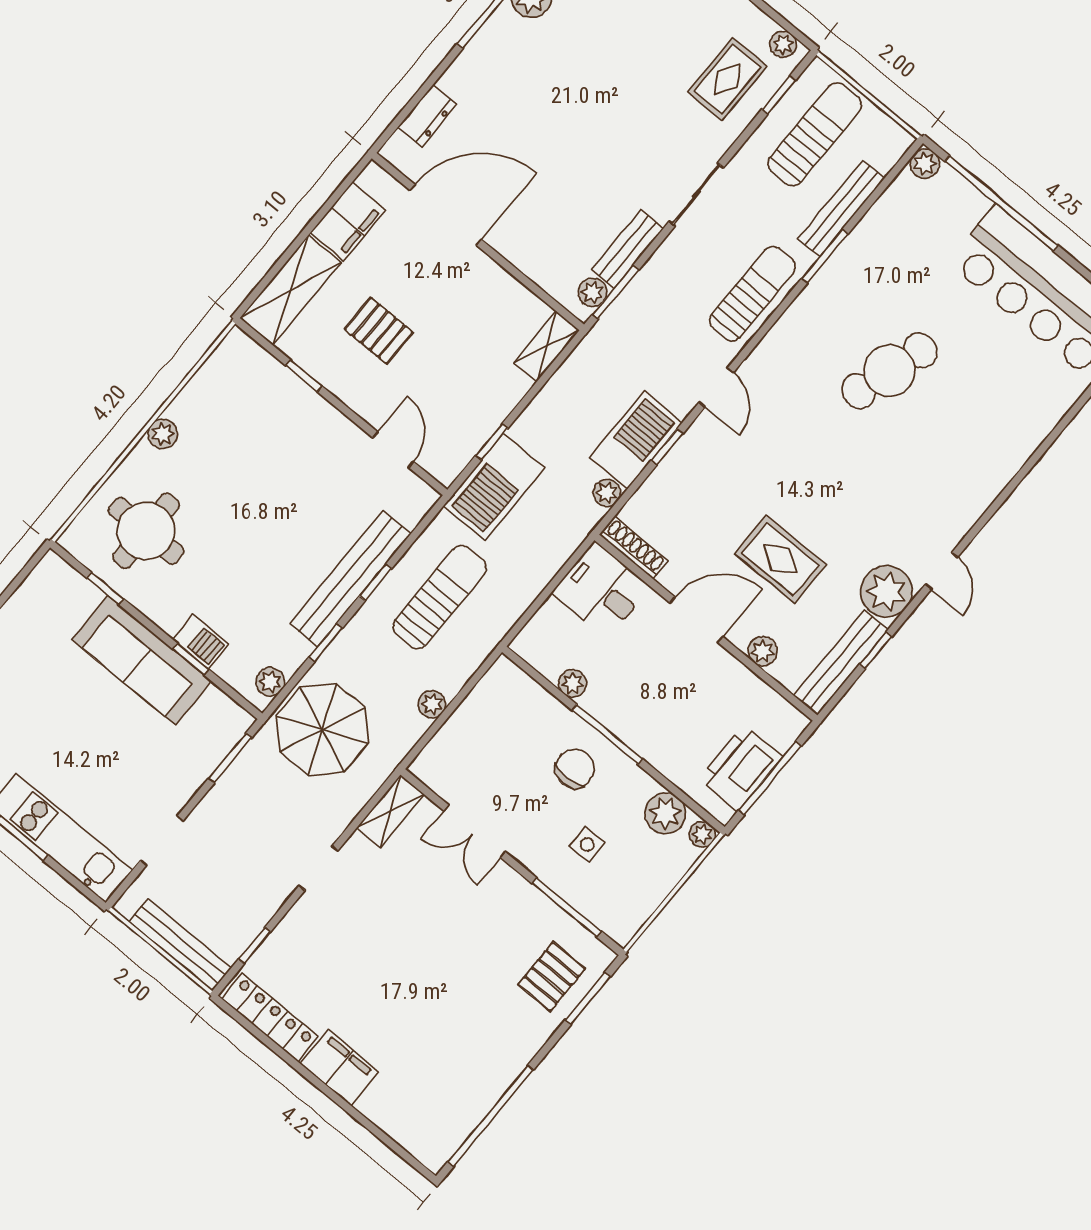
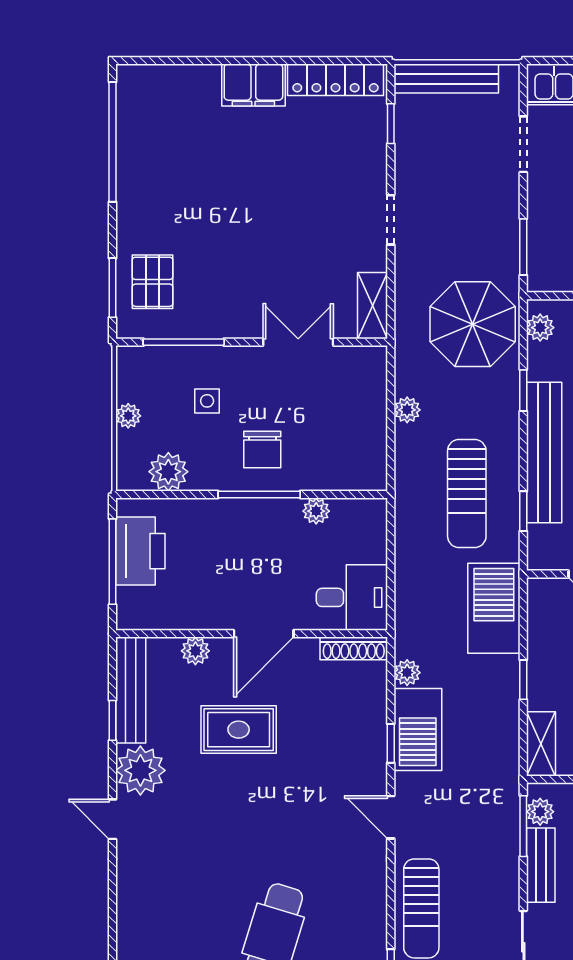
window: (492, 442) -> (523, 680), moved
window: (376, 582) -> (523, 511), moved
plant: (702, 834) -> (128, 416), moved

